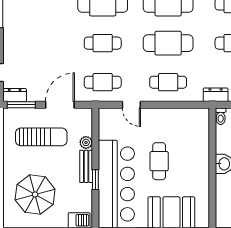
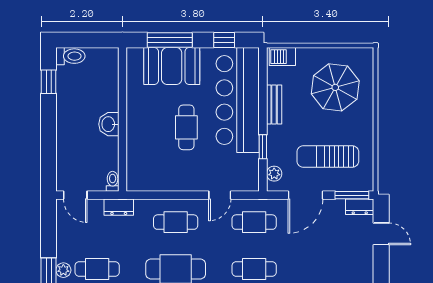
door: (131, 105) -> (220, 195), swing flipped
plant: (86, 142) -> (274, 174), moved
bench: (86, 166) -> (274, 105), moved
window: (95, 180) -> (263, 147), moved

